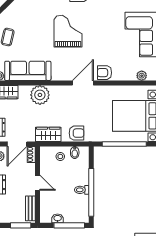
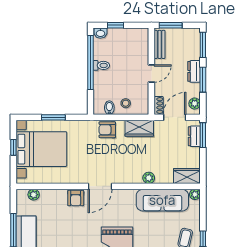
armchair: (104, 73) -> (76, 198), turned 90
plant: (40, 95) -> (149, 178), width x0.53, depth x0.53
window: (124, 144) -> (53, 117), width x0.47
door: (37, 183) -> (151, 74), swing flipped
washbasin: (58, 218) -> (100, 33), moved
window: (69, 225) -> (116, 25), width x0.46

